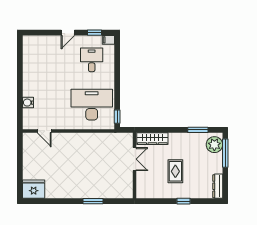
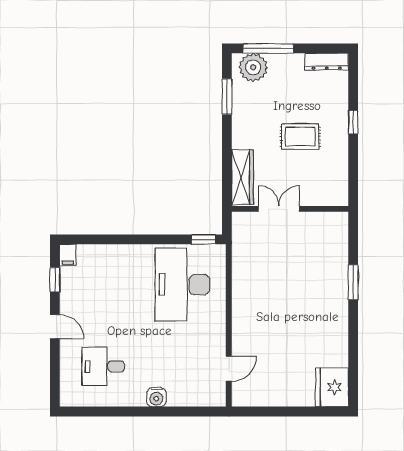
desk: (92, 60) -> (103, 366), moved
water cooler: (28, 103) -> (156, 397), moved

